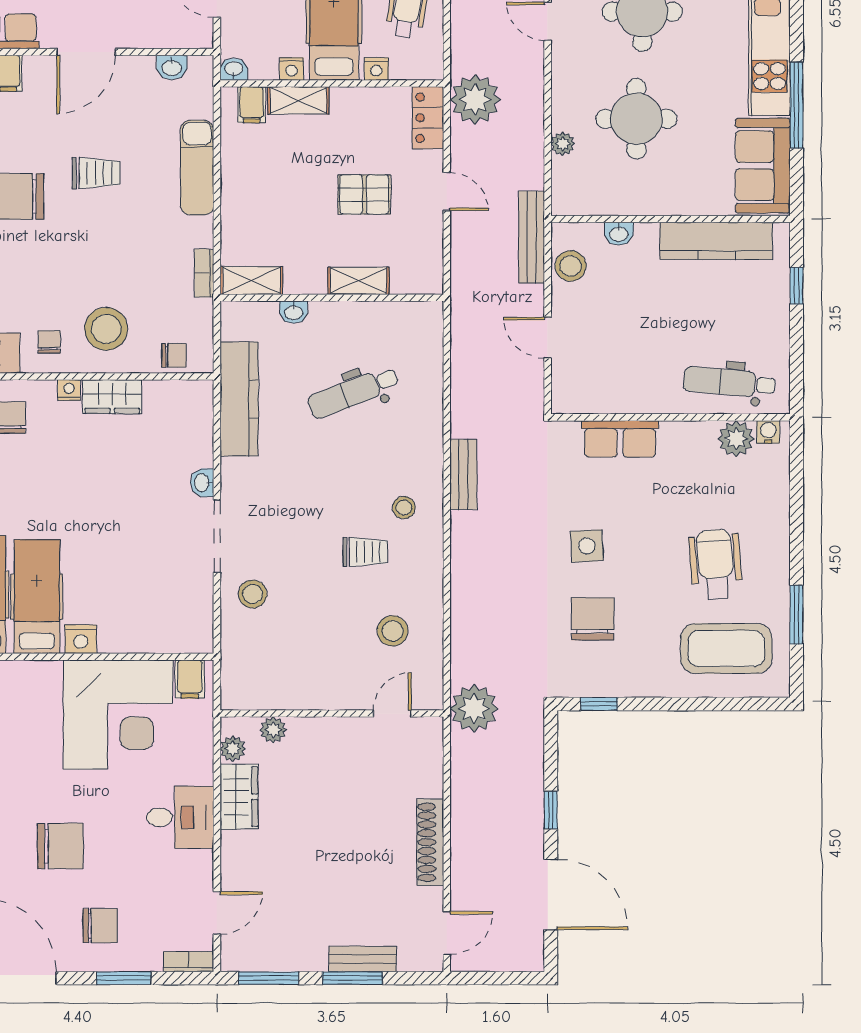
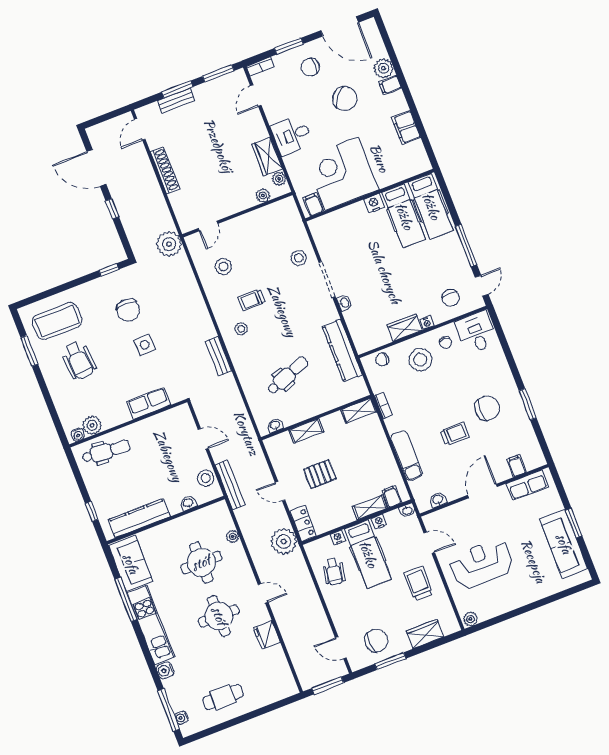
trolley: (96, 173) -> (455, 434), turned 180
washbasin: (294, 312) -> (275, 425), moved
chair: (60, 846) -> (345, 99), turned -144

